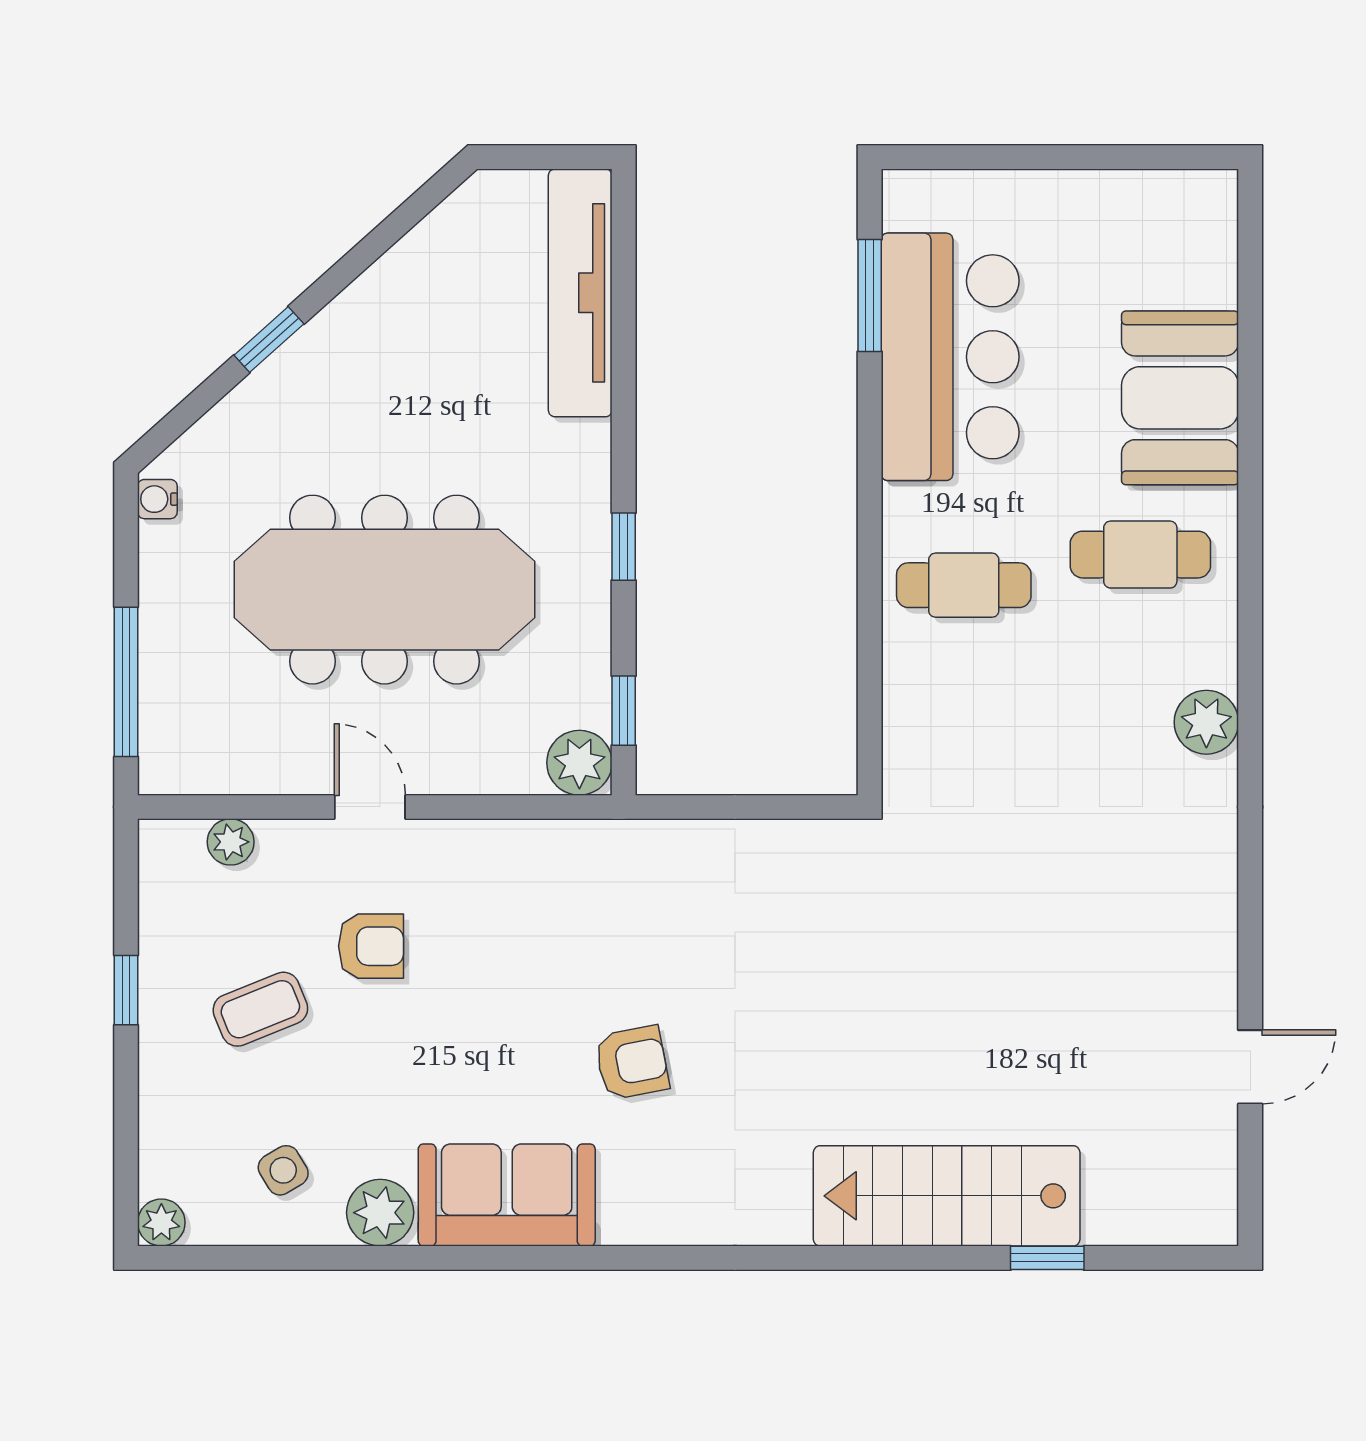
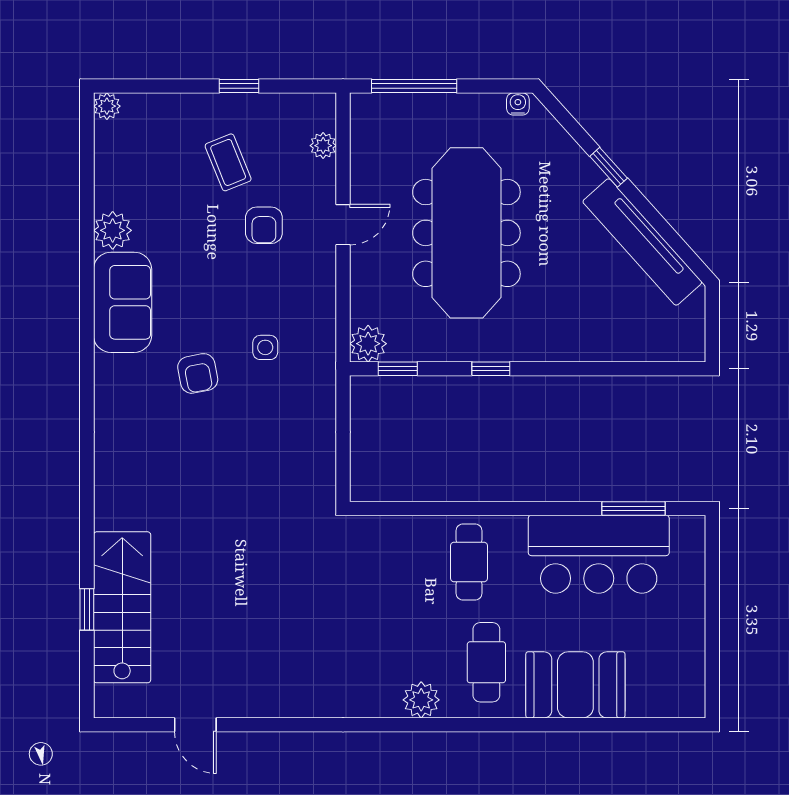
tv unit: (580, 293) -> (642, 242), moved, turned -132
plant: (1206, 722) -> (421, 700), moved
side table: (283, 1170) -> (265, 347), moved, turned 31
stairs: (947, 1196) -> (122, 607), moved

